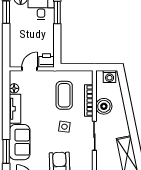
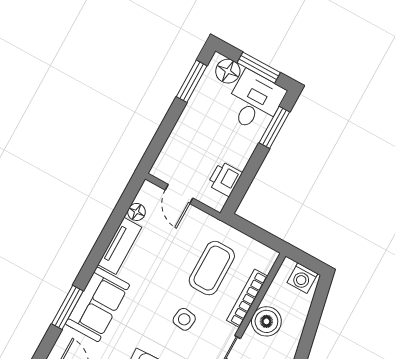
printer: (47, 60) -> (225, 179), moved, turned -90
door: (29, 69) -> (179, 194), swing flipped

